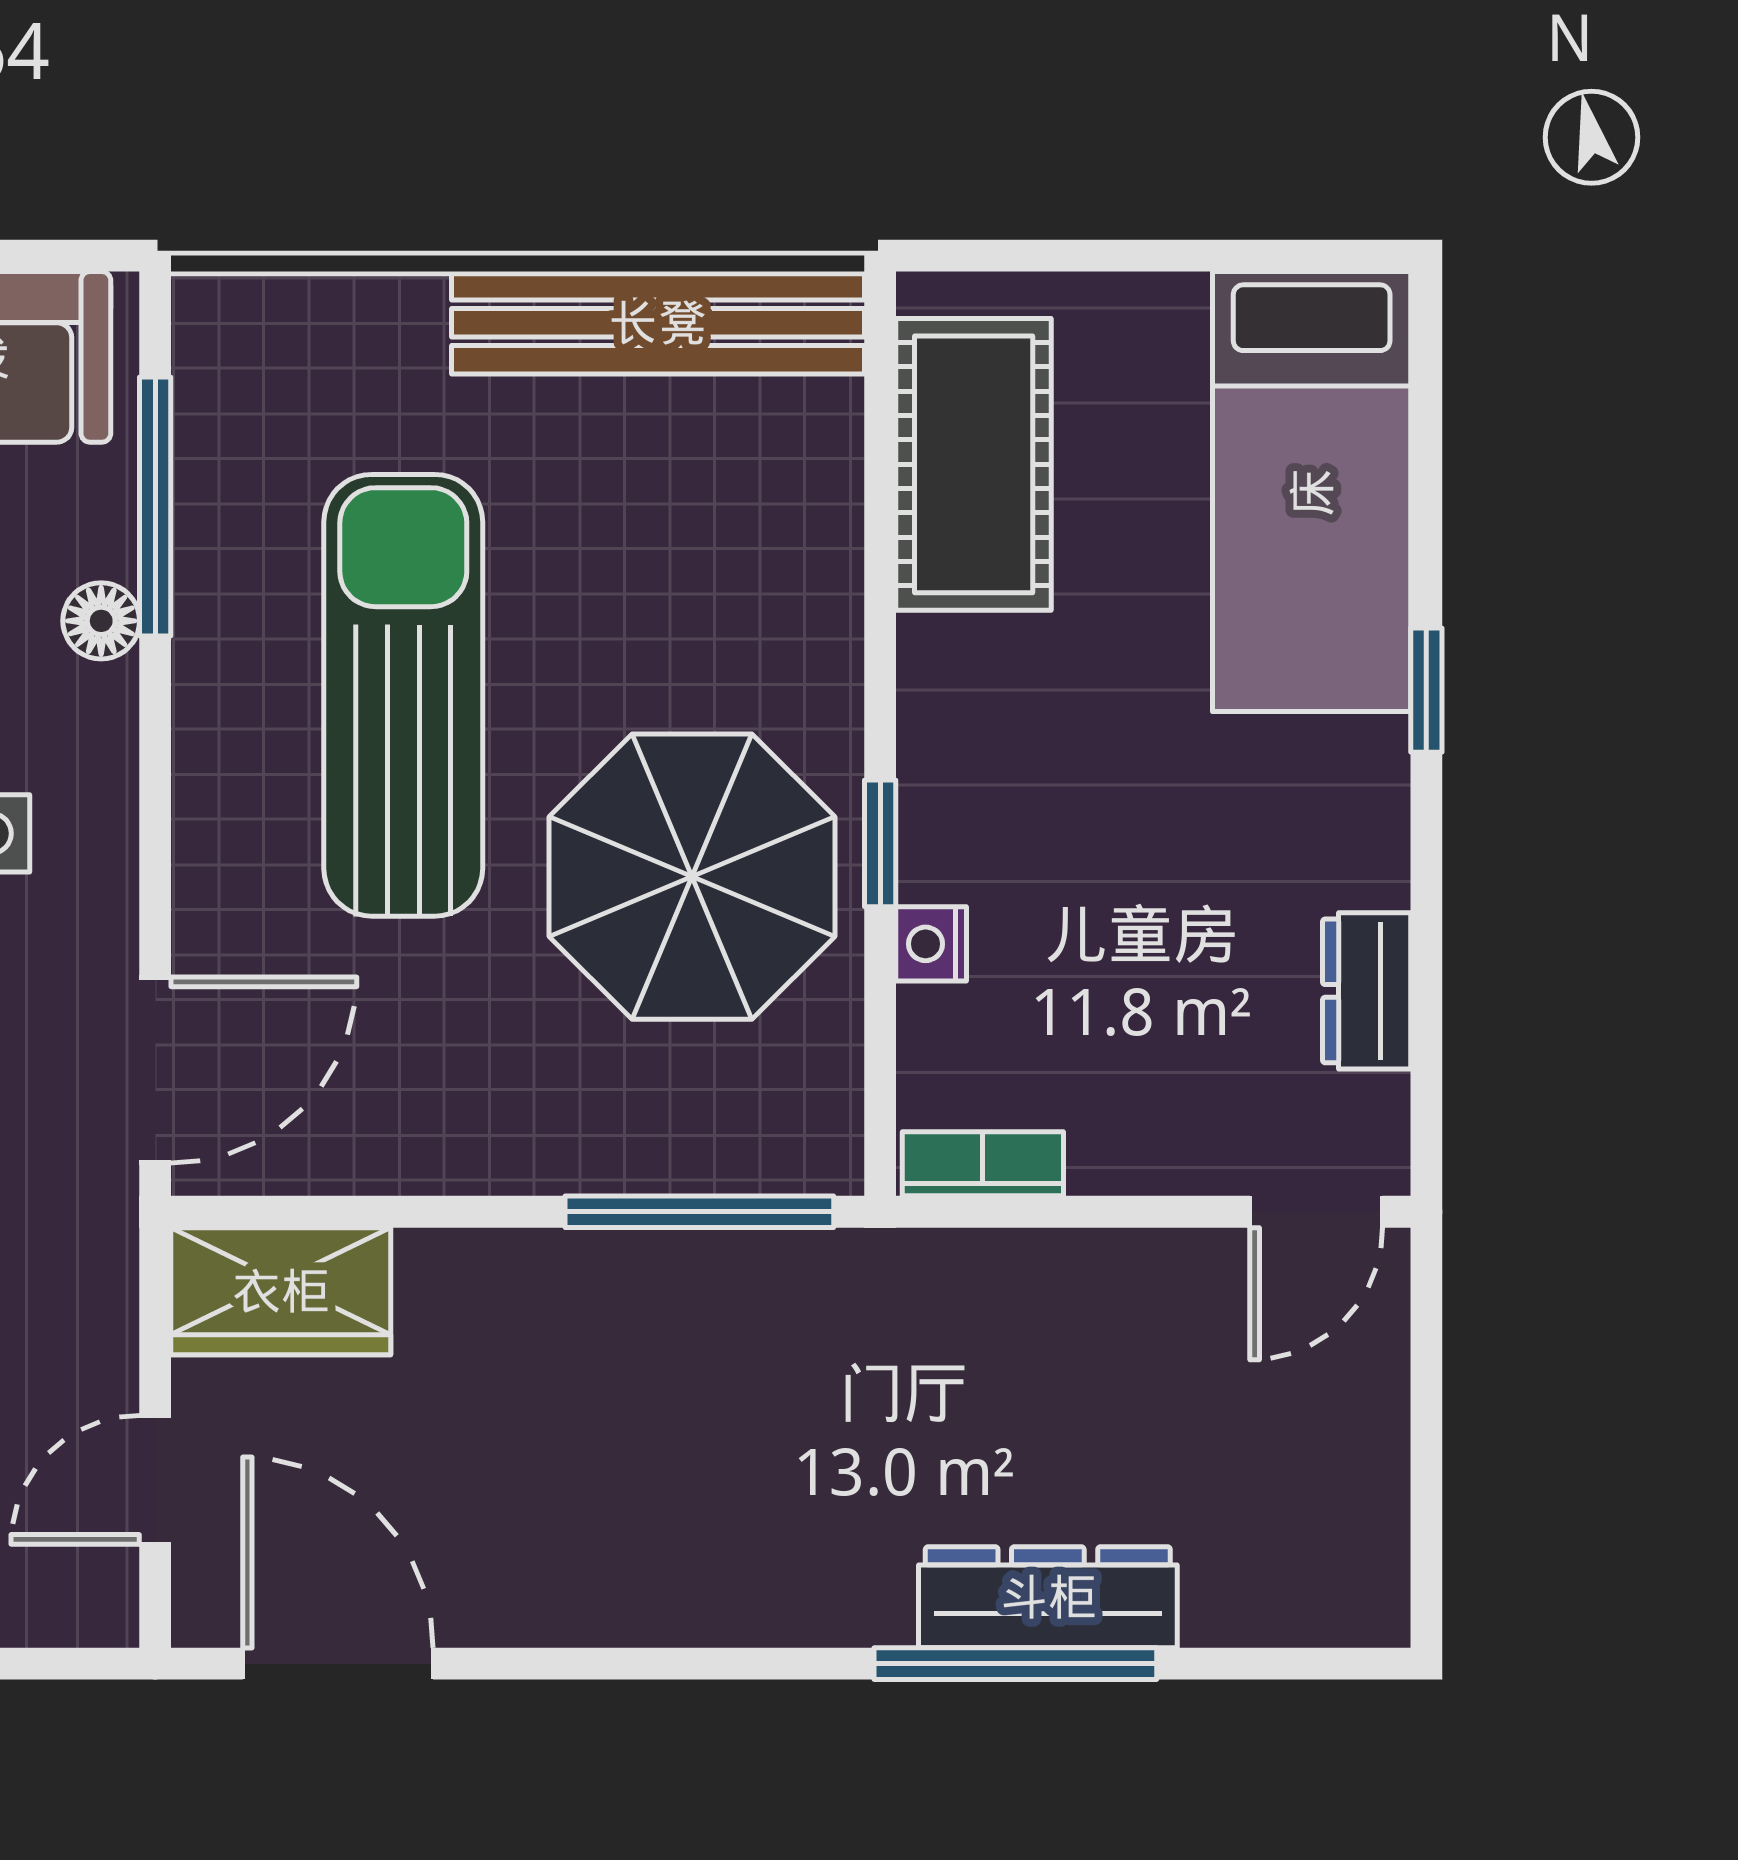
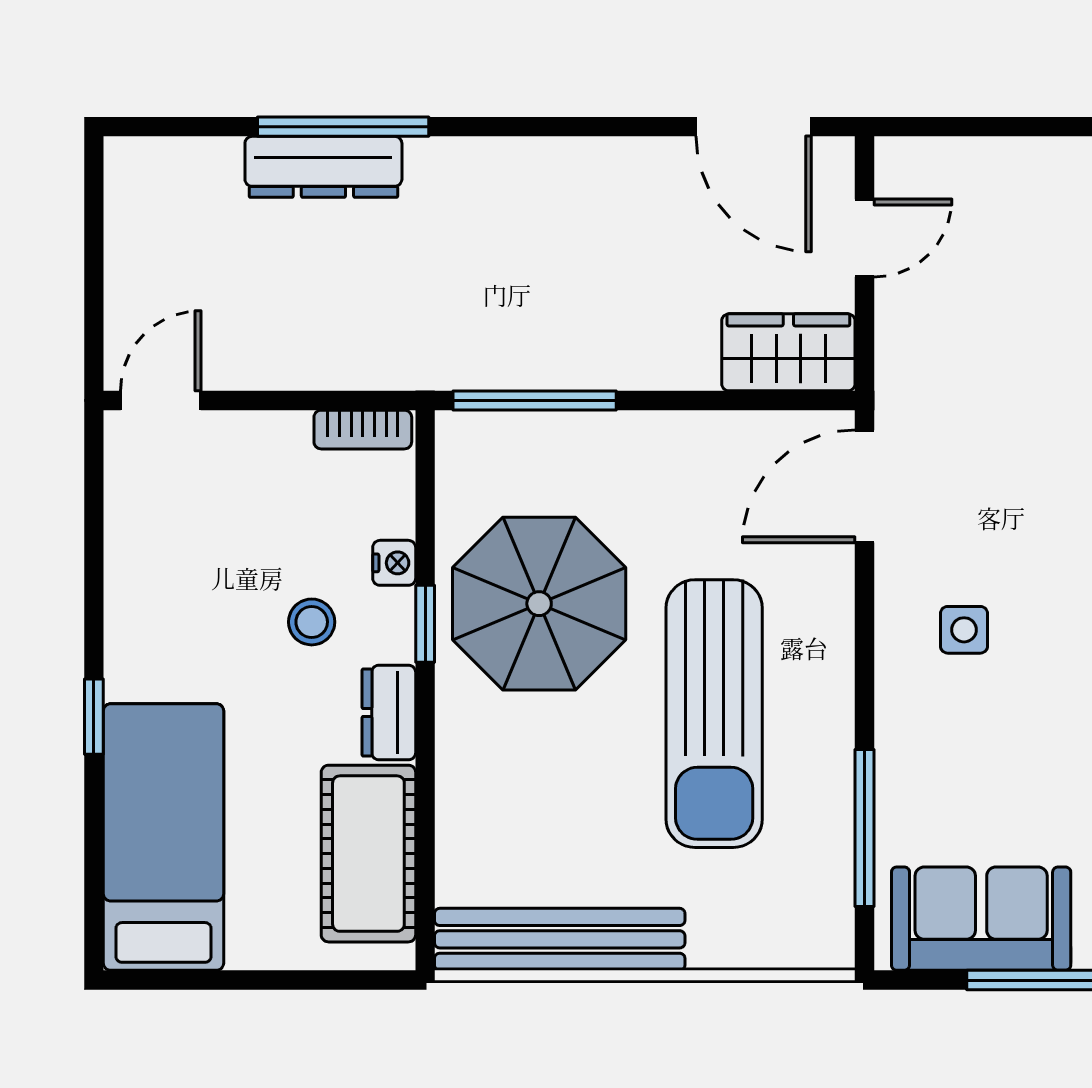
floor lamp: (101, 621) -> (897, 759), removed
stool: (1067, 846) -> (312, 622), added
dresser: (1367, 991) -> (389, 713), moved, turned 180

